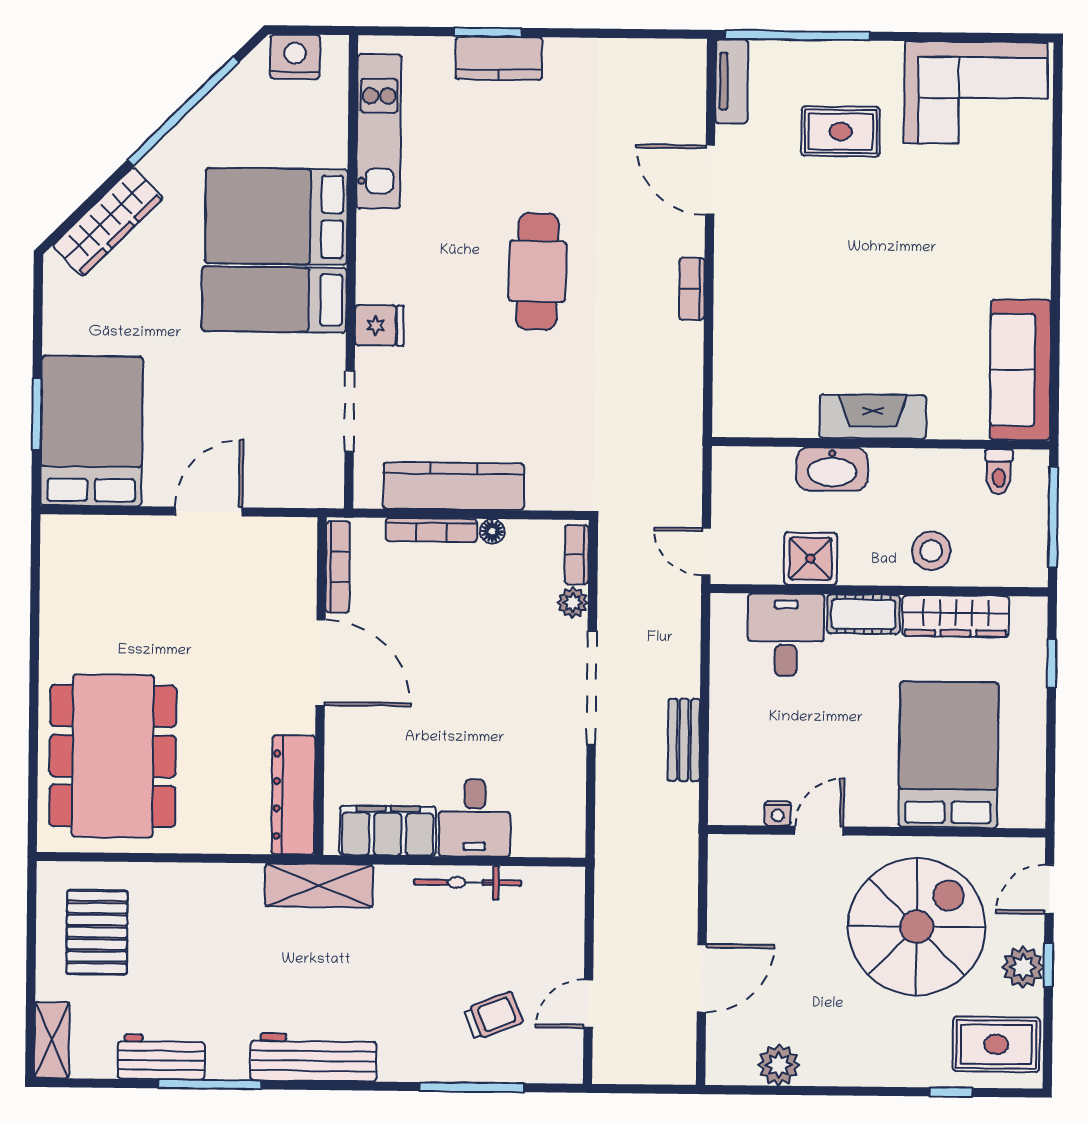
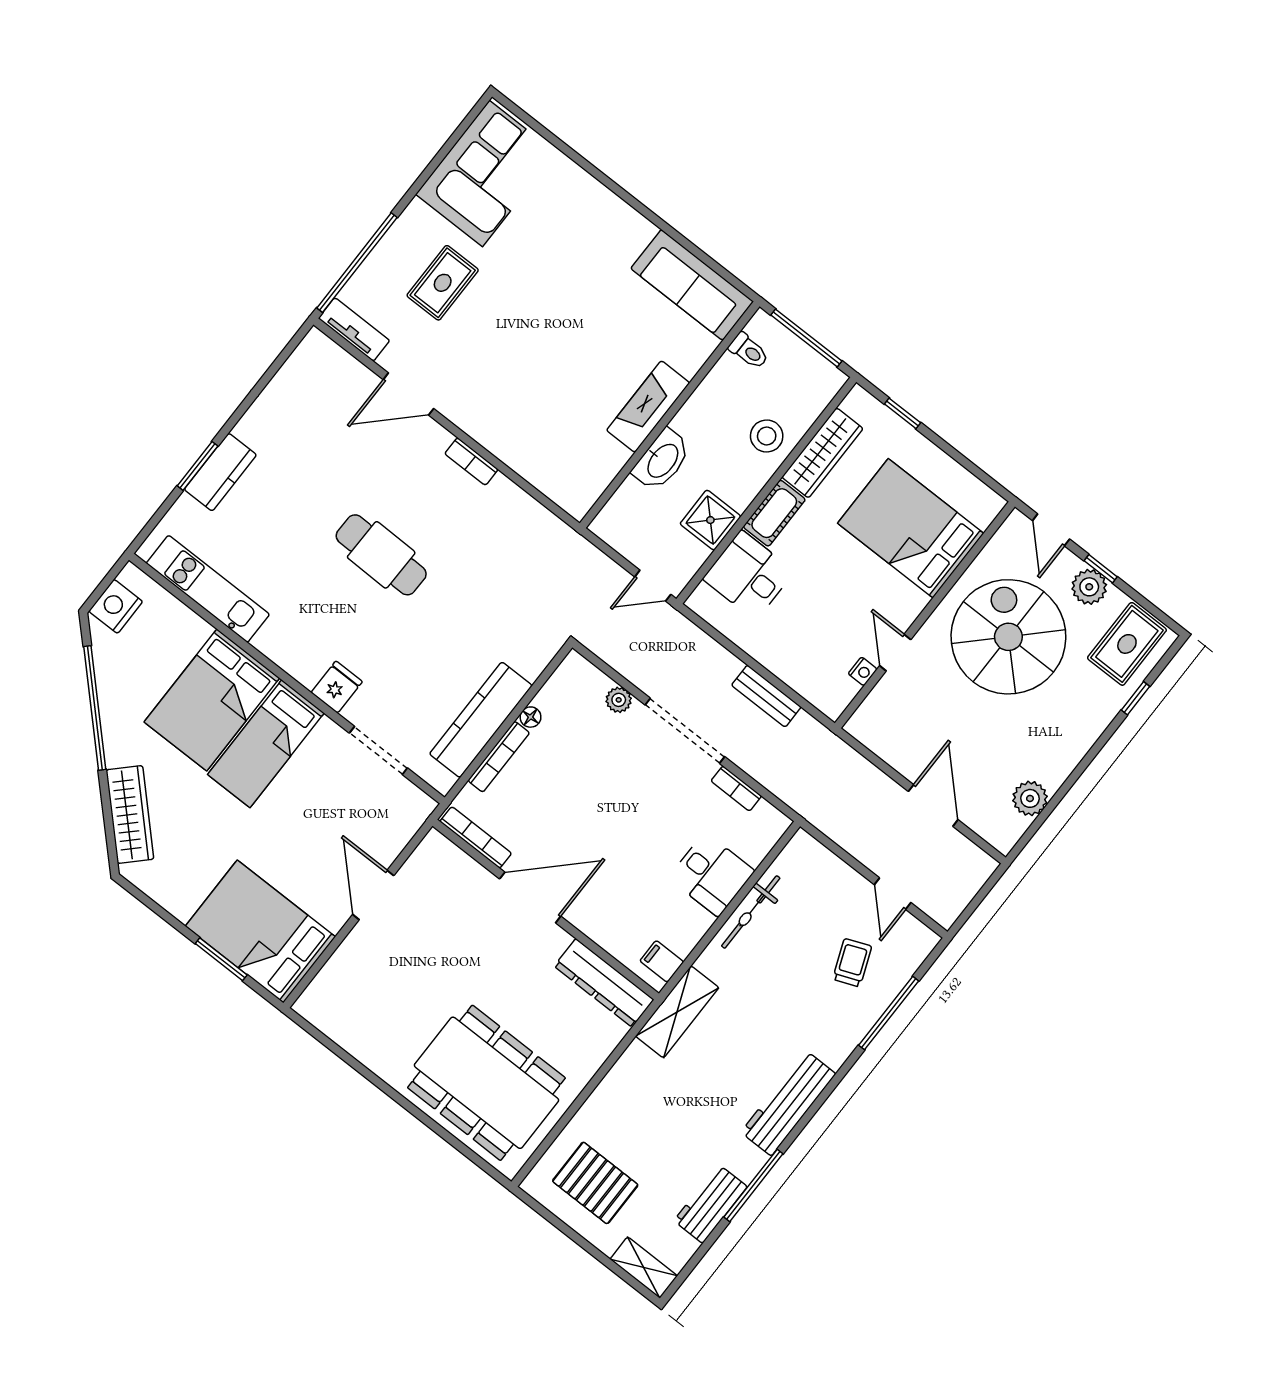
bookcase: (577, 555) -> (736, 788), moved
filing cabinet: (388, 831) -> (662, 961), width x0.33, depth x0.86

